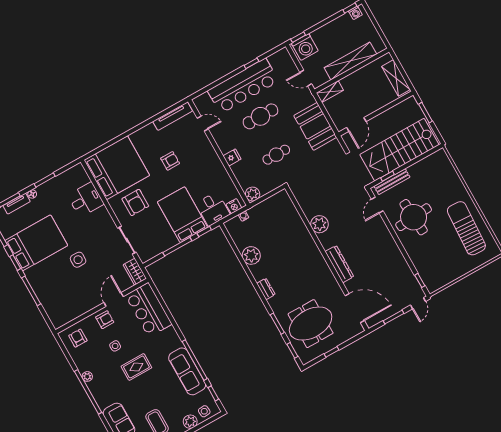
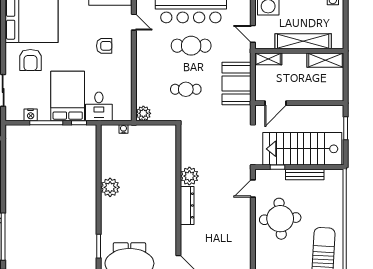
shelving: (396, 78) -> (325, 60), moved, turned 90
fridge: (232, 157) -> (143, 69), removed
armchair: (170, 161) -> (104, 46), moved
bench: (392, 182) -> (305, 174), moved
nightstand: (234, 206) -> (31, 115), moved
plant: (251, 255) -> (110, 187), moved
dresser: (339, 264) -> (187, 205), moved
dresser: (266, 289) -> (106, 208), removed

